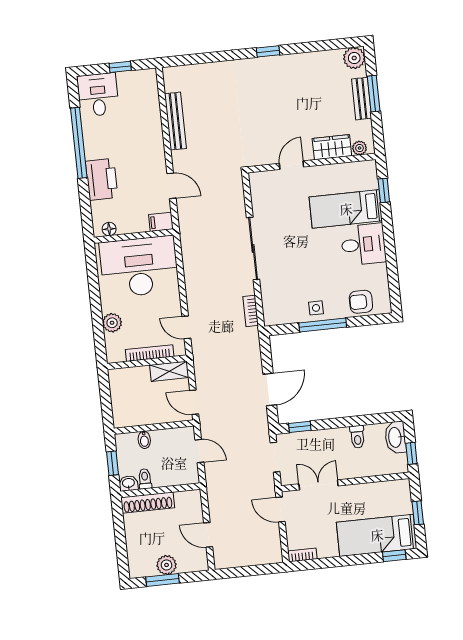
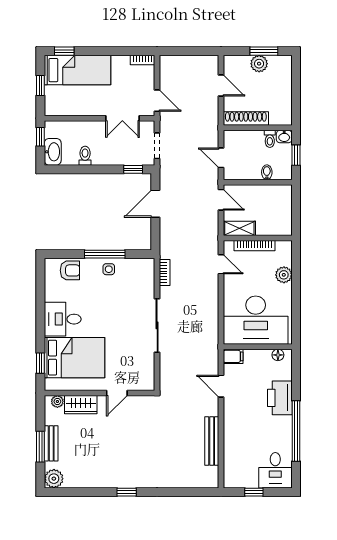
bed: (346, 209) -> (75, 358), width x1.50
shoe rack: (148, 503) -> (246, 119), moved

